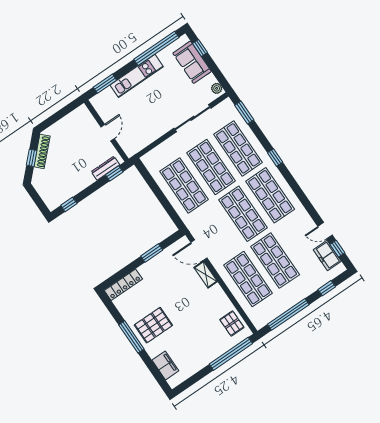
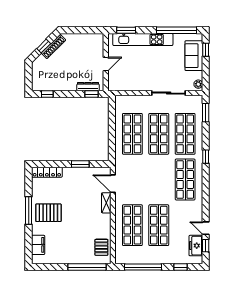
kitchen unit: (137, 76) -> (143, 39), width x1.36
shop shelf: (243, 214) -> (159, 179), removed

